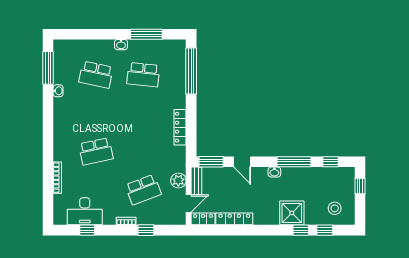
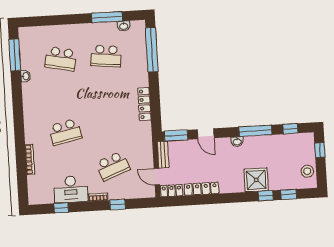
washbasin: (121, 45) -> (124, 26), moved
plant: (178, 181) -> (146, 155), removed
door: (189, 204) -> (157, 177), swing flipped
stool: (335, 208) -> (307, 171), moved
desk: (85, 211) -> (71, 189), moved

